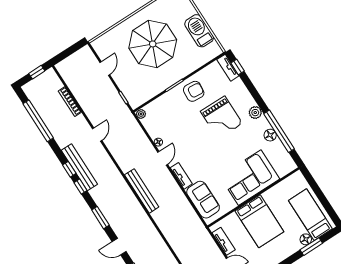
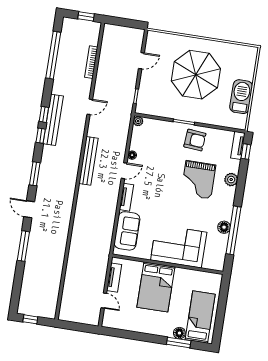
plant: (255, 113) -> (231, 180), moved
bench: (142, 191) -> (88, 161), moved

